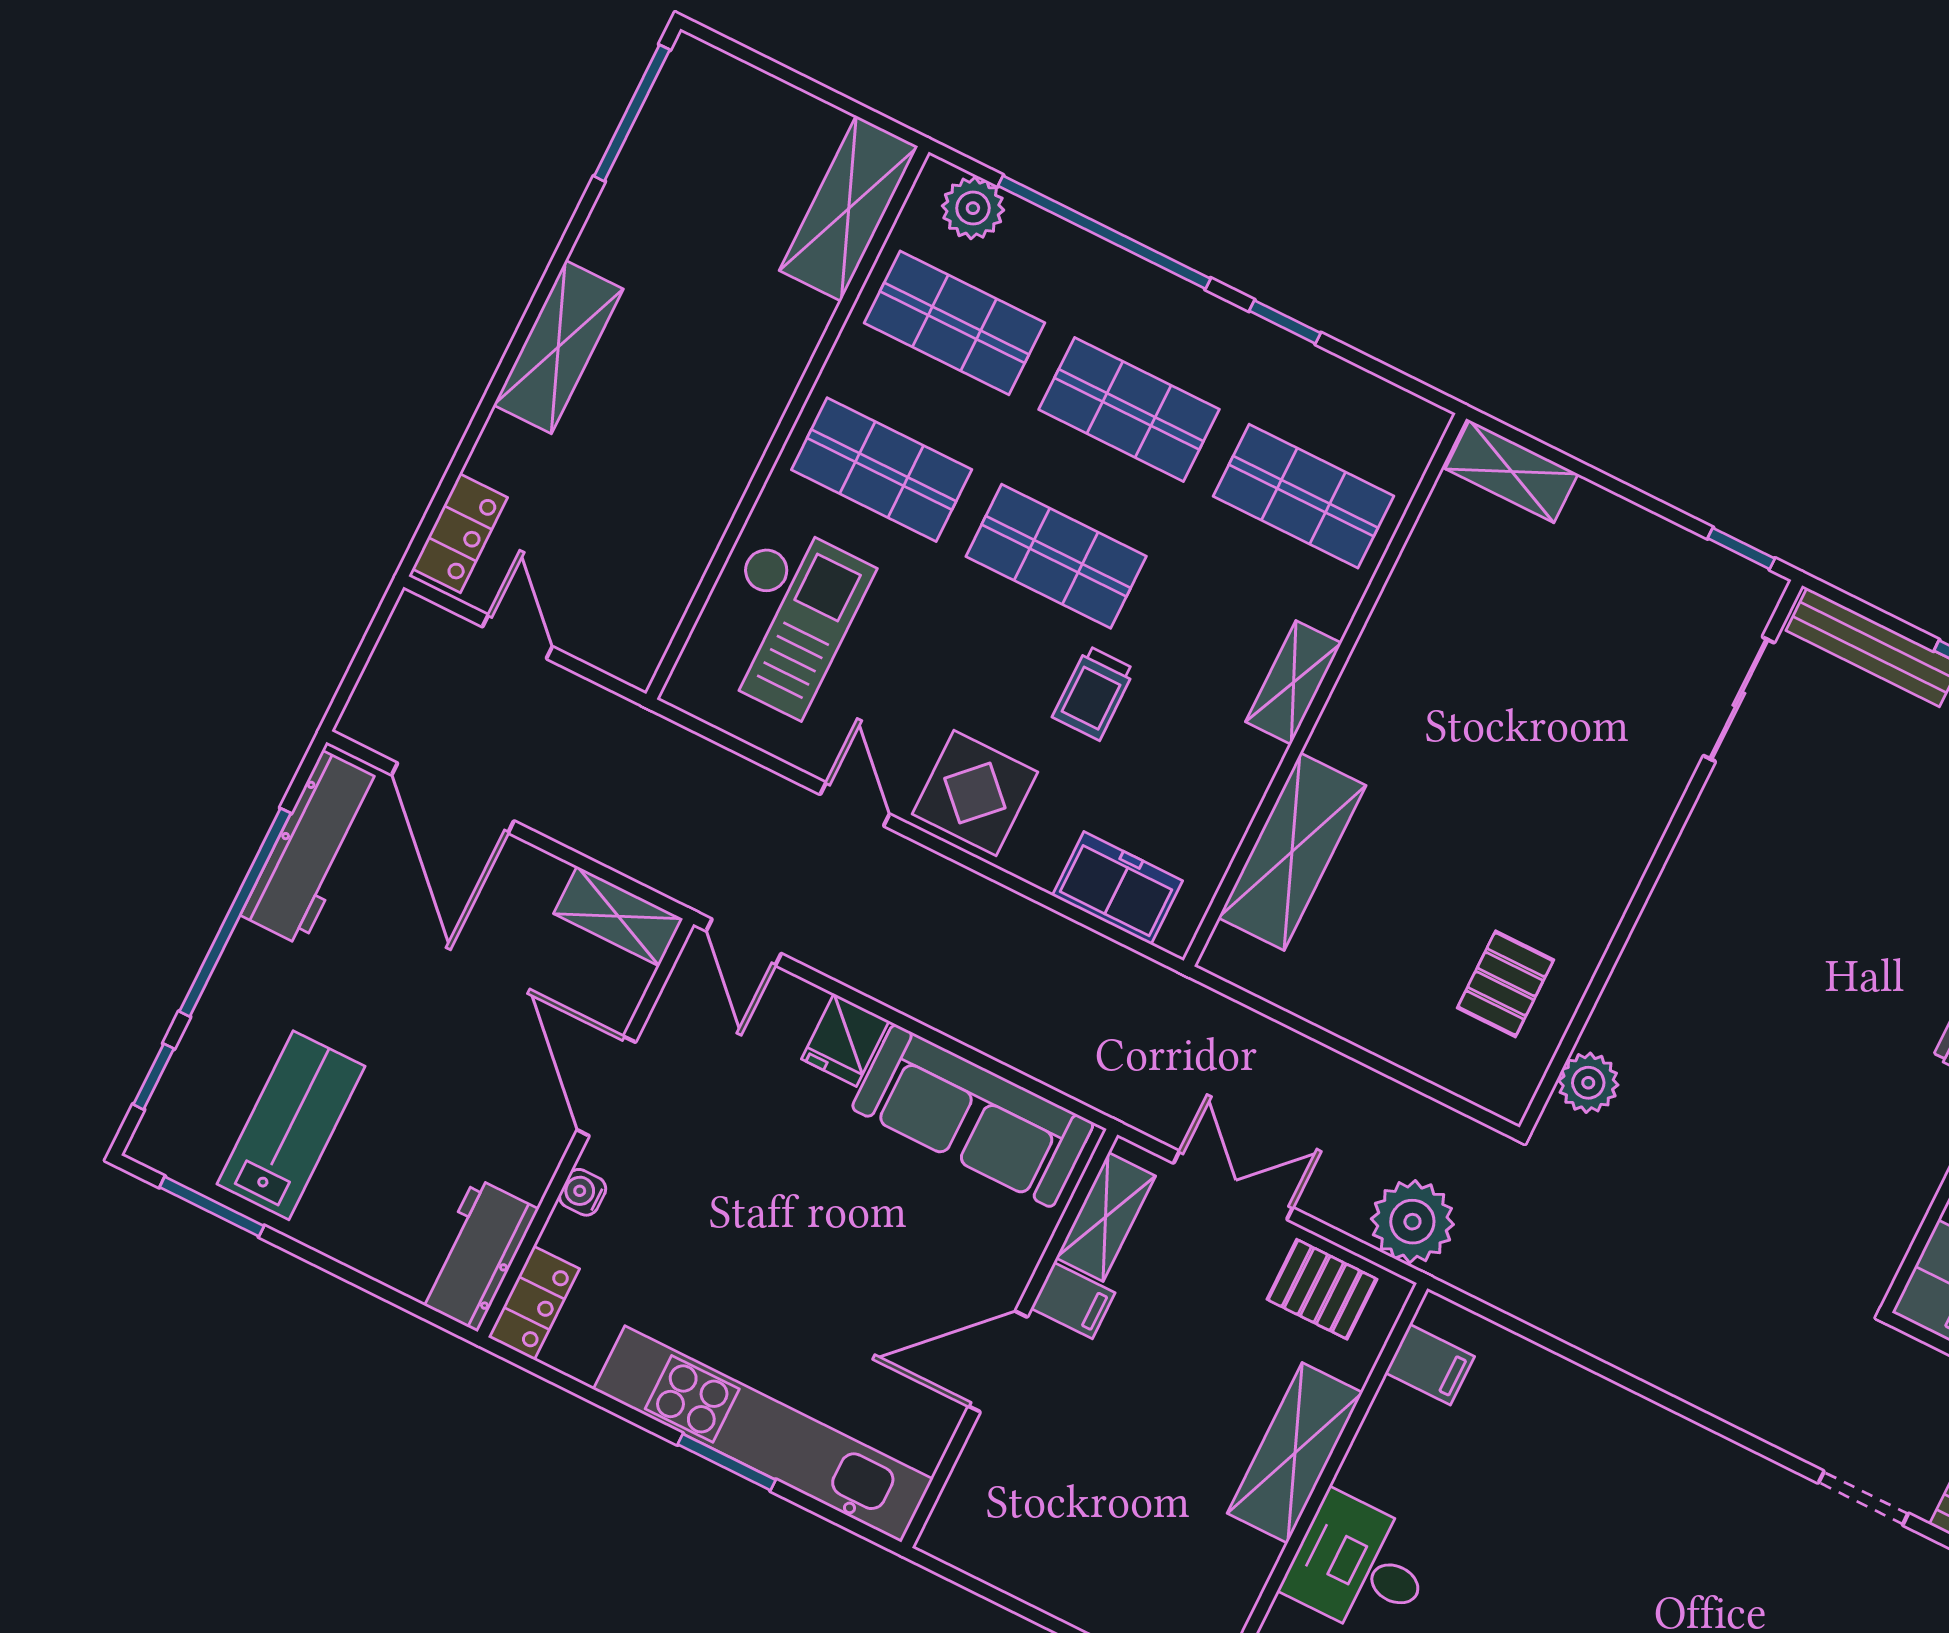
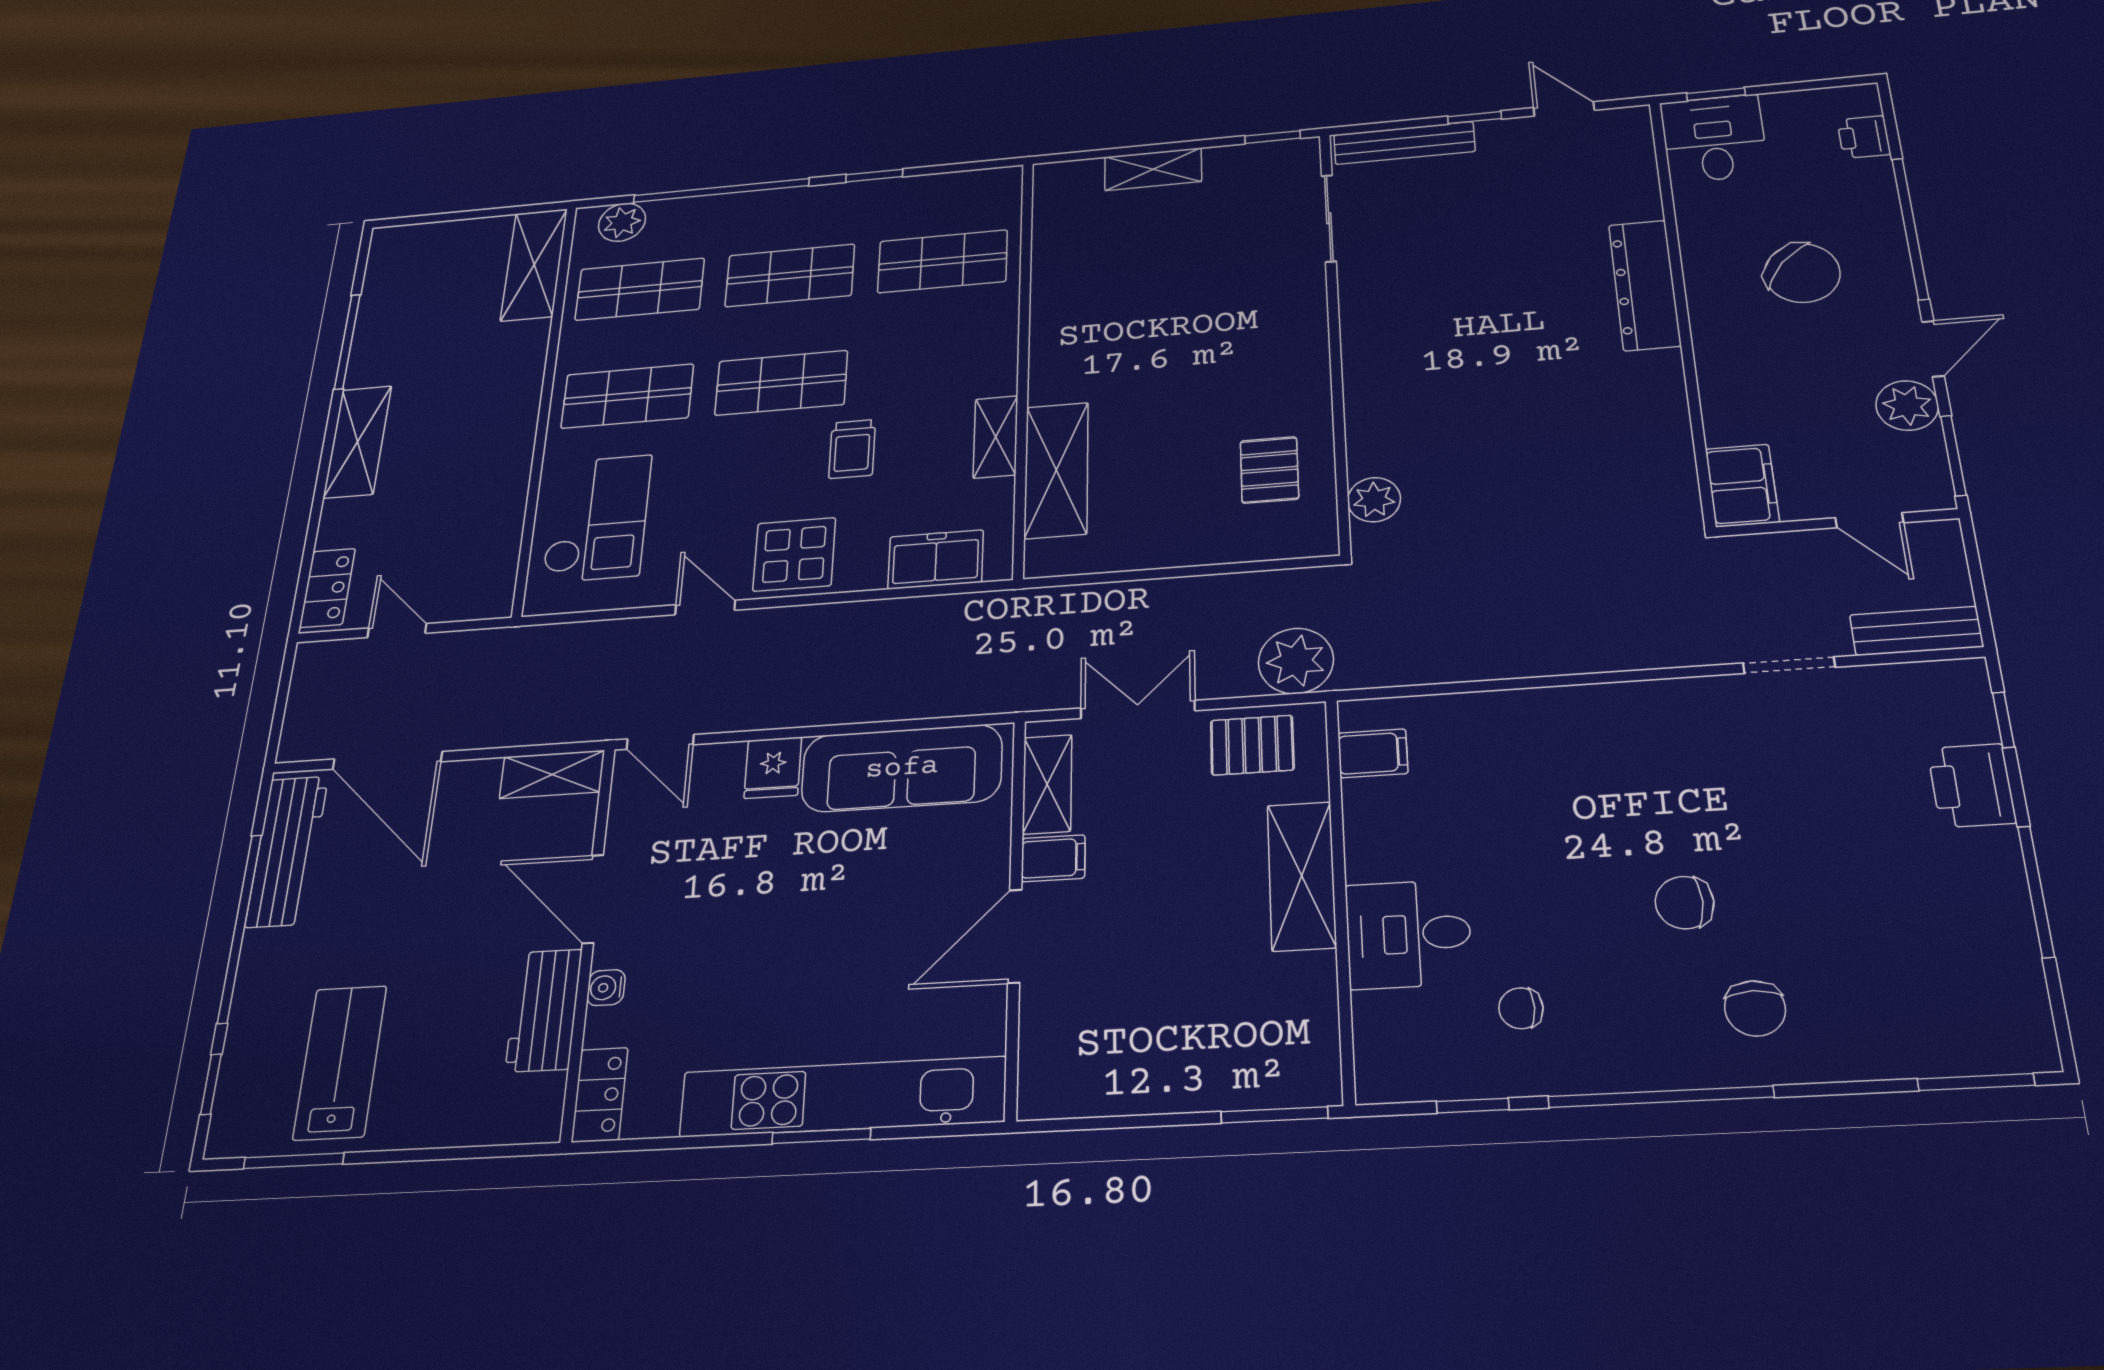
window: (632, 113) -> (347, 342), moved
shelving: (1512, 471) -> (1153, 169), moved
shelving: (1294, 682) -> (996, 437), moved
workbench: (476, 1255) -> (544, 1010), moved

